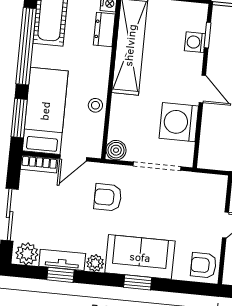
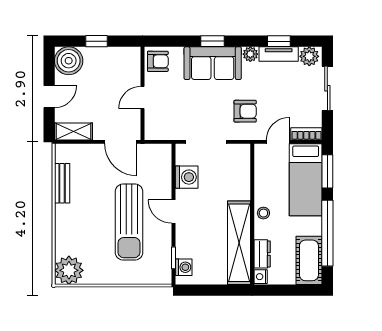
washing machine: (195, 42) -> (184, 267), moved
stool: (95, 105) -> (263, 213), moved
washing machine: (179, 122) -> (187, 177), width x0.73, depth x0.73
boiler: (116, 150) -> (242, 152), removed

